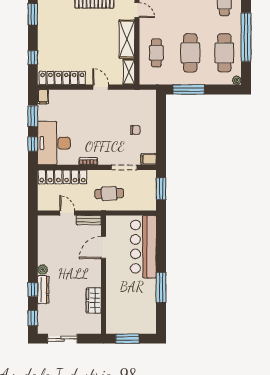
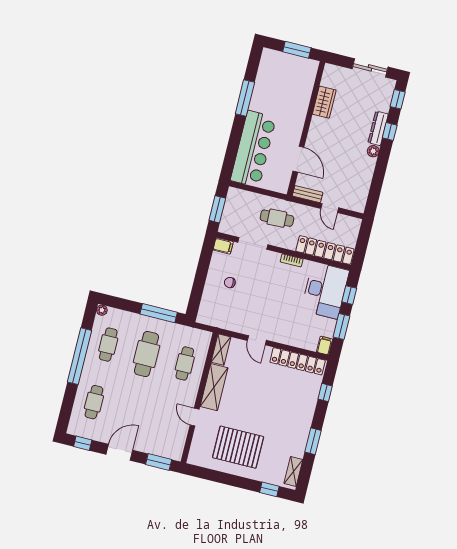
cafe table: (224, 53) -> (108, 345), width x0.73, depth x0.74
door: (103, 247) -> (298, 159), hinge flipped

